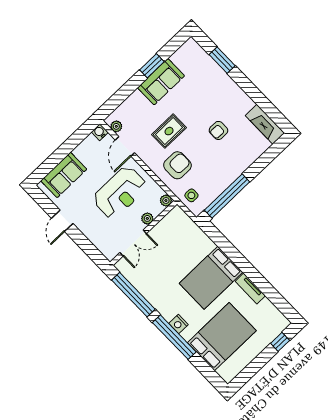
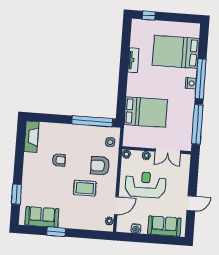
sofa: (161, 82) -> (42, 217), moved
water cooler: (100, 132) -> (136, 229), moved
double door: (133, 243) -> (168, 151), swing flipped
bed: (211, 278) -> (146, 112), moved

